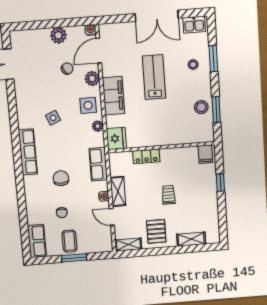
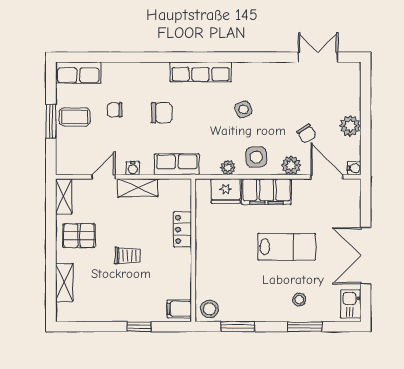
stool: (201, 107) -> (210, 309), moved
fridge: (116, 139) -> (226, 191), moved

